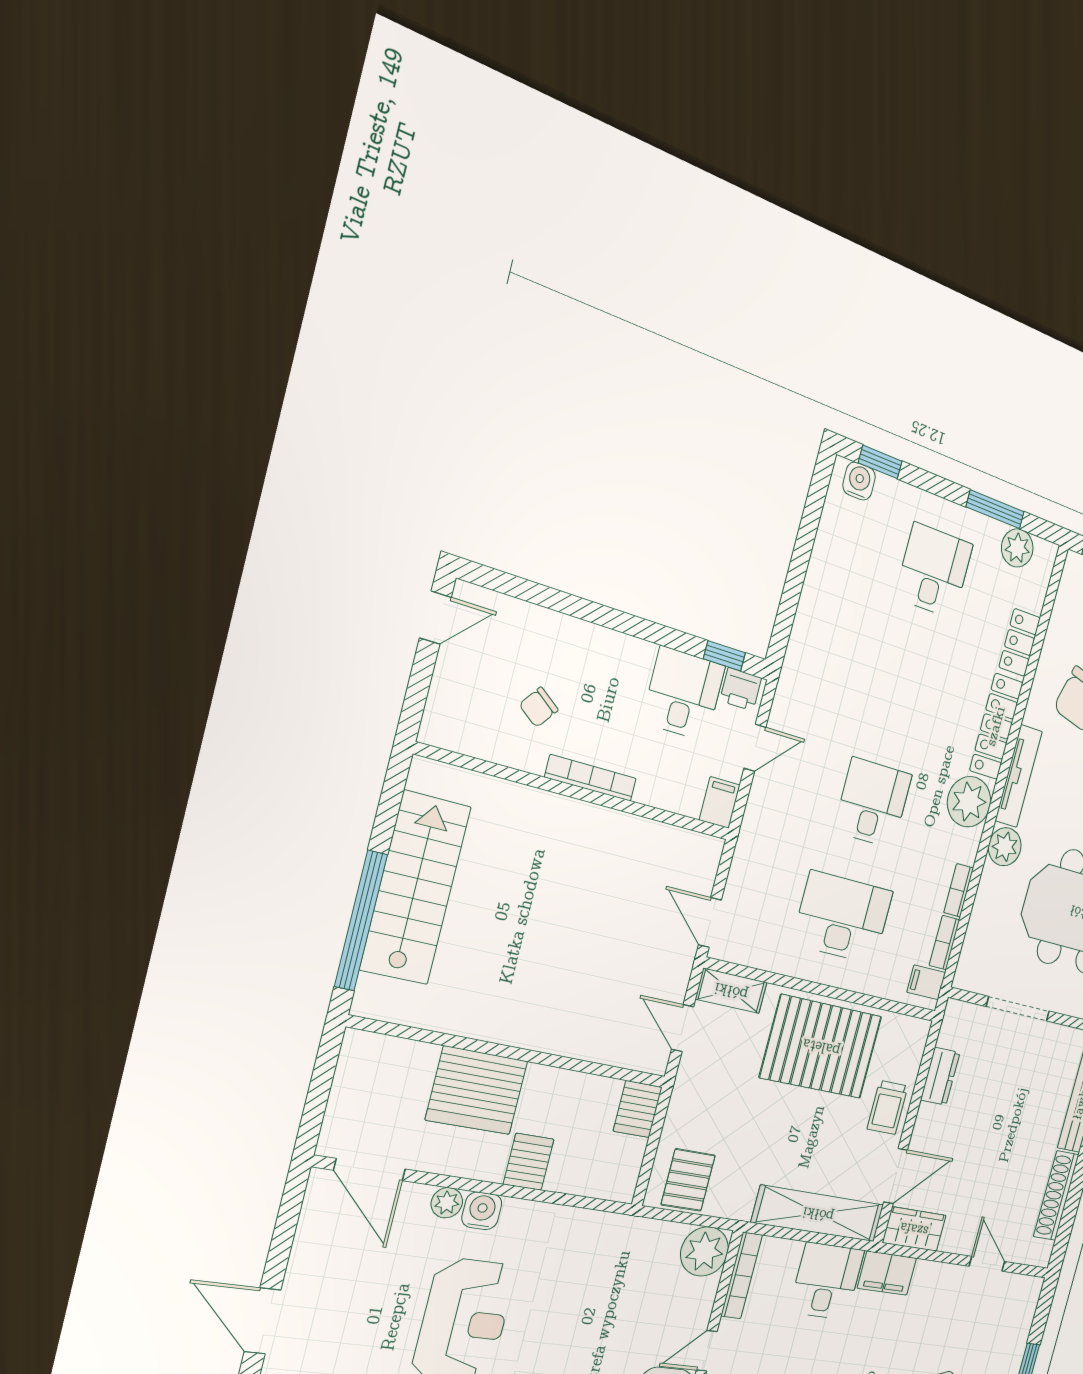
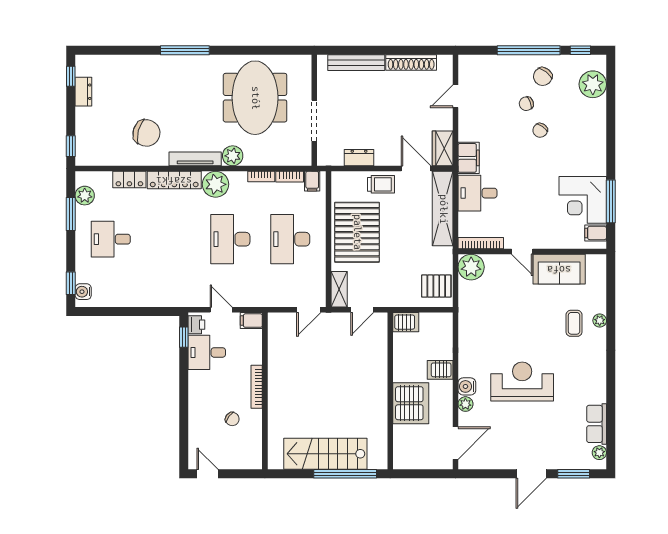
desk: (873, 803) -> (230, 239), width x1.37

